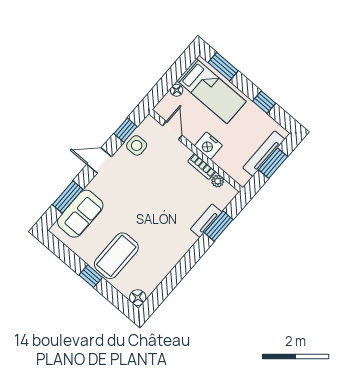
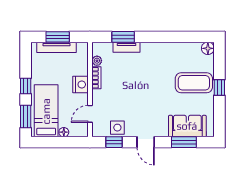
window: (264, 102) -> (26, 86), moved

